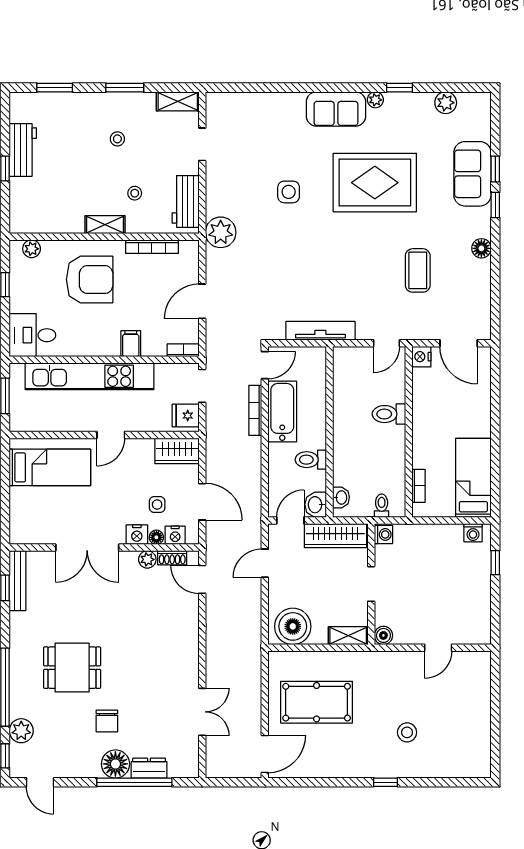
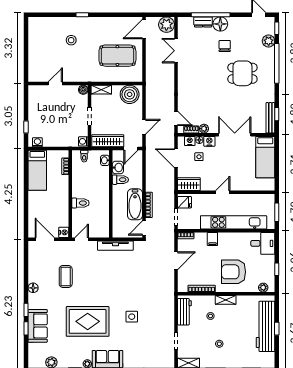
workbench: (23, 150) -> (265, 326), width x1.88, depth x1.32
plant: (221, 232) -> (166, 25), moved
bed: (50, 467) -> (265, 157), moved, turned -90
washbasin: (316, 505) -> (118, 168), moved

